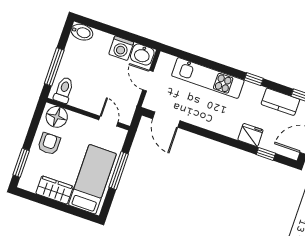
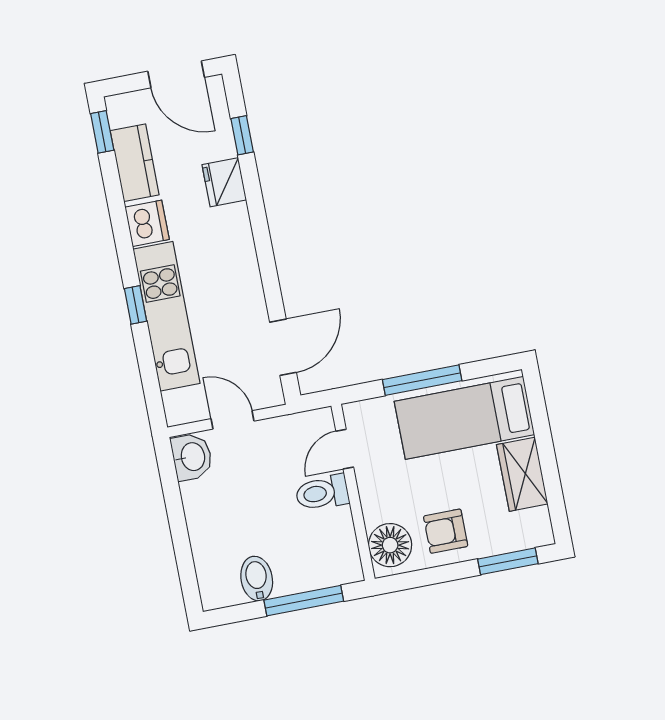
bidet: (82, 32) -> (257, 579), moved
washing machine: (121, 48) -> (202, 501), removed
window: (254, 79) -> (135, 305), moved
door: (148, 81) -> (233, 420), swing flipped
toilet: (64, 90) -> (322, 493), moved
dishwasher: (252, 92) -> (147, 223), added

